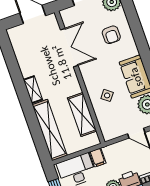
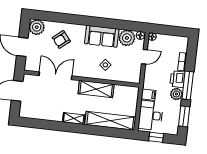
armchair: (111, 35) -> (61, 39), turned 141
shelving: (82, 114) -> (96, 89), moved

